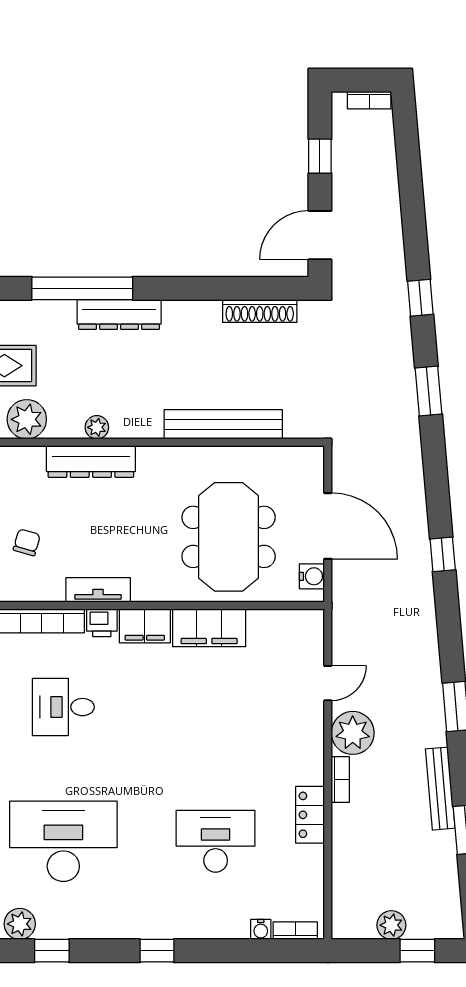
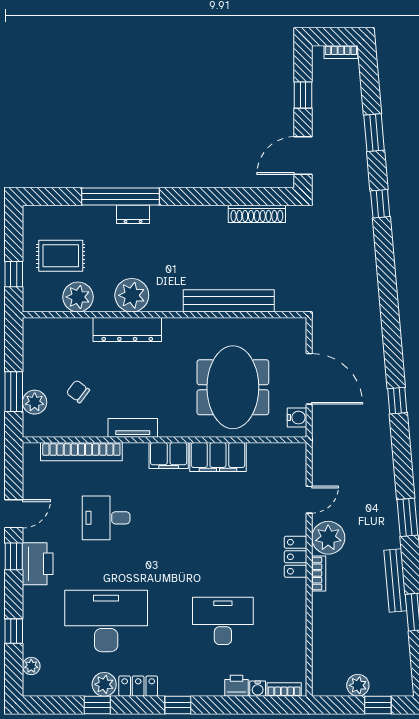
dresser: (119, 315) -> (133, 214), width x0.51, depth x0.80
window: (429, 391) -> (374, 133), moved
plant: (97, 427) -> (132, 295), width x1.88, depth x1.88
chair: (27, 542) -> (78, 391), turned -69
printer: (102, 623) -> (236, 686), moved, turned 180
locker: (310, 815) -> (296, 557), moved
plant: (20, 924) -> (104, 684), moved
locker: (105, 926) -> (138, 686), added

